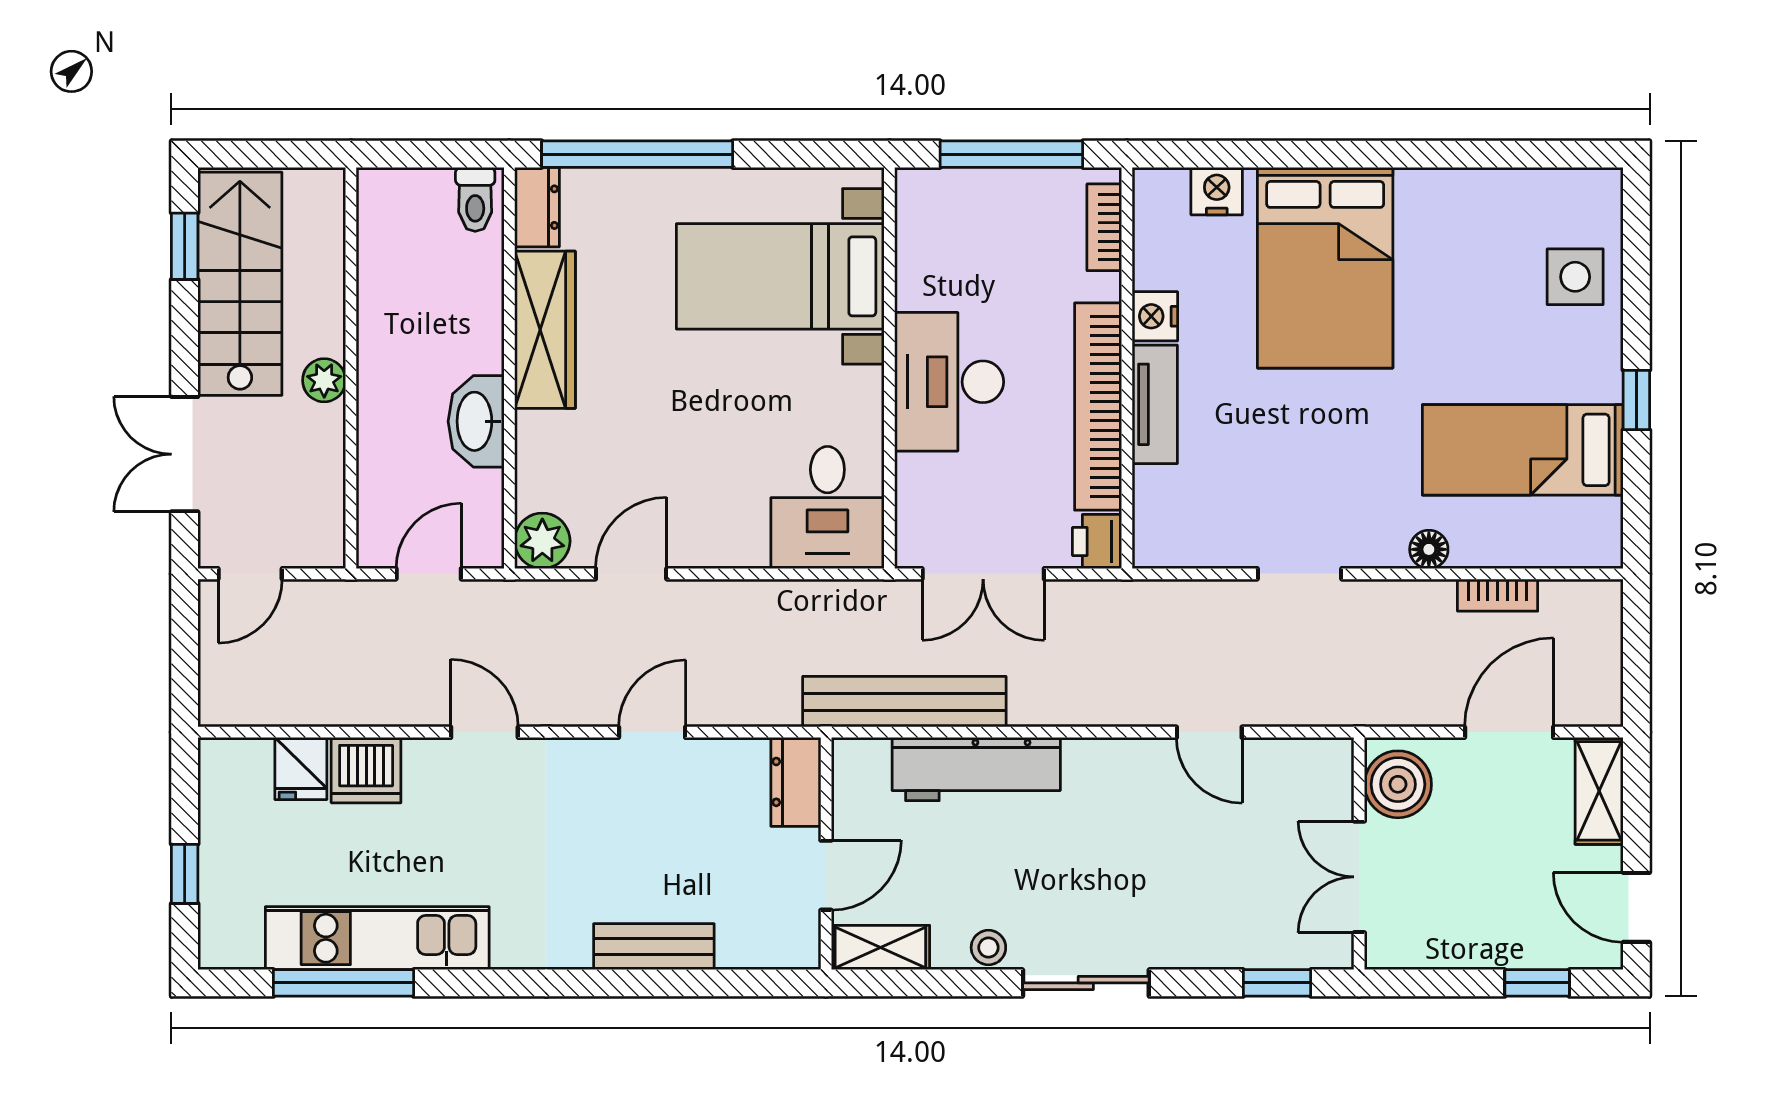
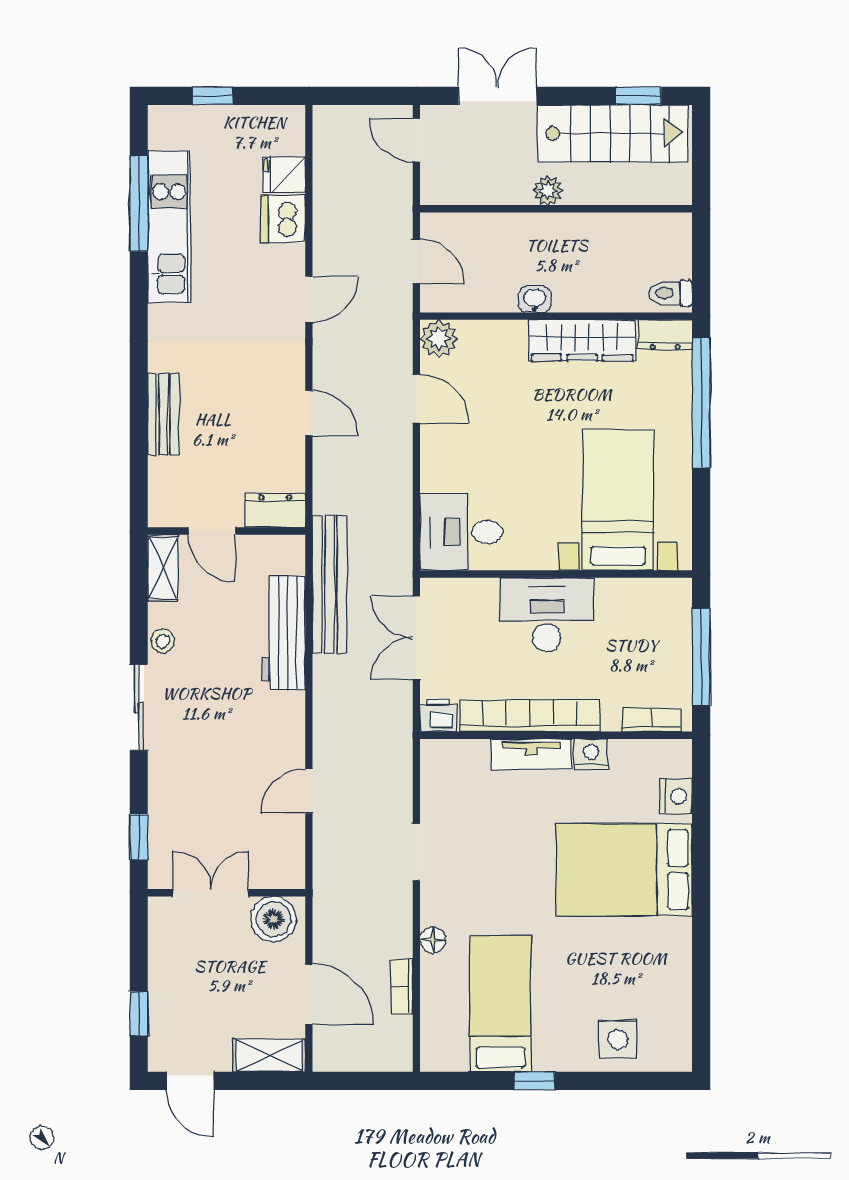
washbasin: (476, 421) -> (535, 299), width x0.52, depth x0.69
door: (1636, 907) -> (190, 1081), swing flipped

